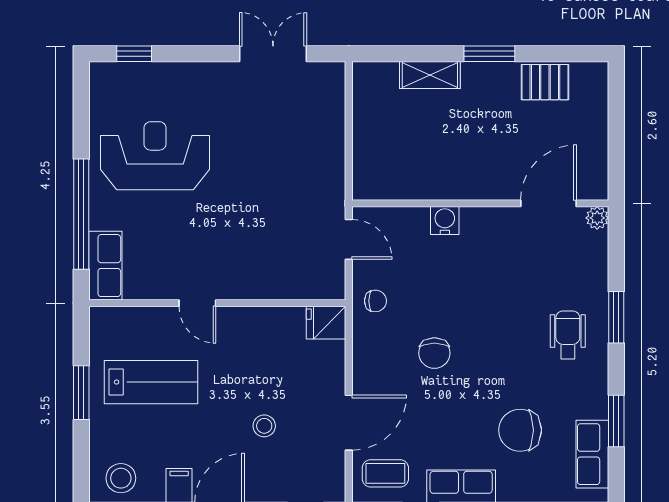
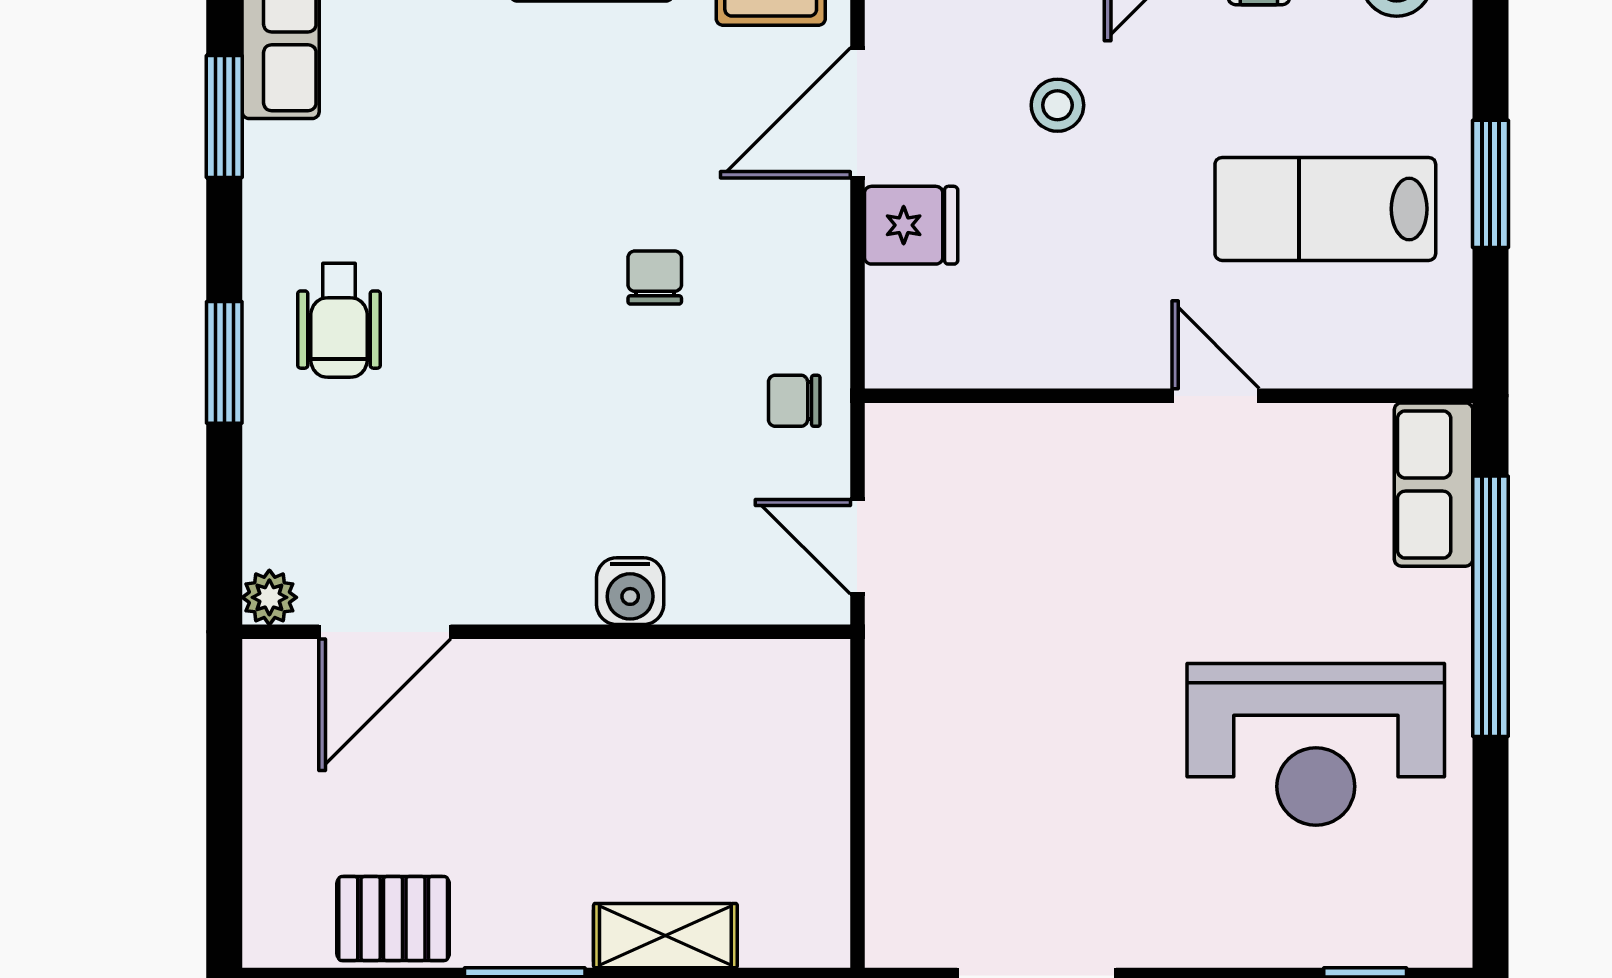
fridge: (326, 323) -> (911, 225), moved
chair: (434, 353) -> (655, 278), width x0.73, depth x0.73
chair: (520, 430) -> (452, 95), removed

